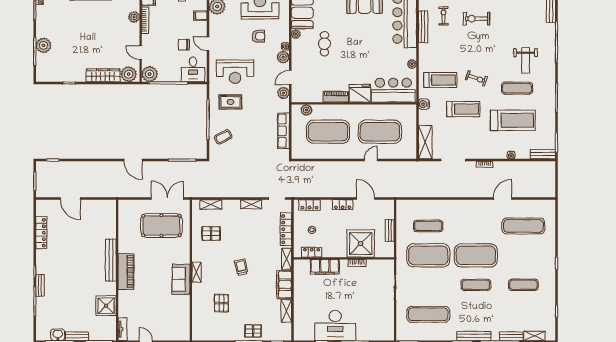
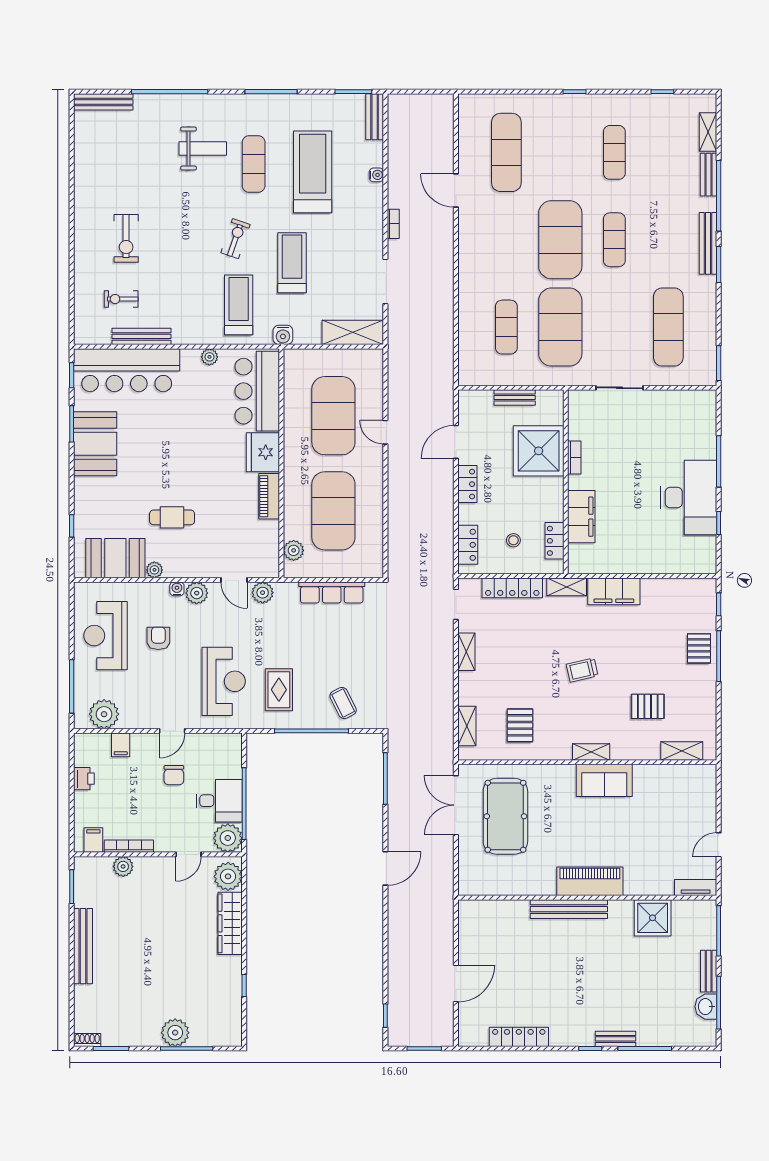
desk: (193, 69) -> (219, 801), moved
shelving: (286, 311) -> (682, 751), moved

